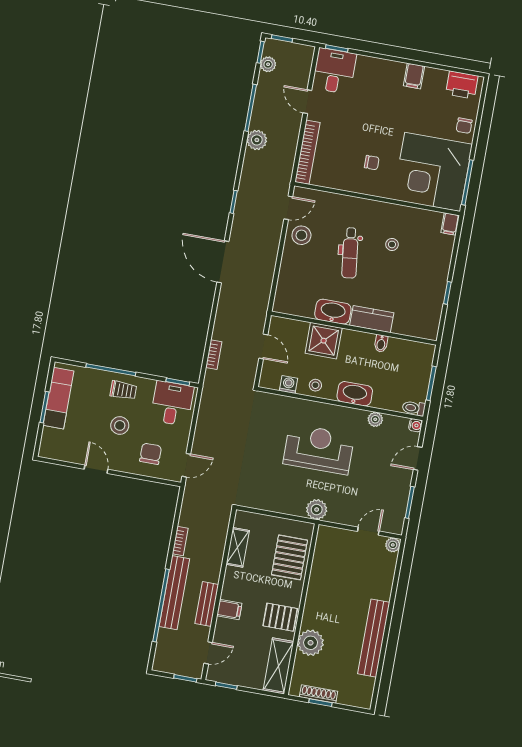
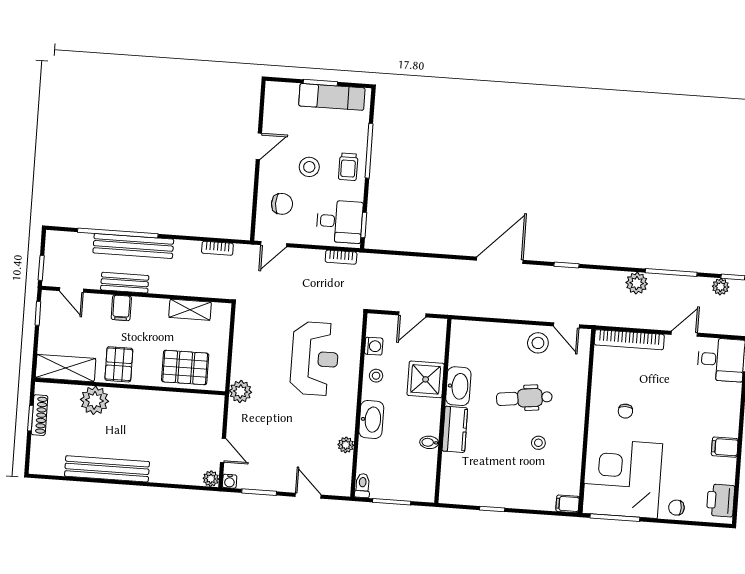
bookcase: (214, 355) -> (341, 257), moved
water cooler: (415, 425) -> (230, 481), moved
reception desk: (319, 449) -> (315, 359), moved
door: (186, 465) -> (274, 244), hinge flipped
bookcase: (180, 541) -> (217, 248), moved

